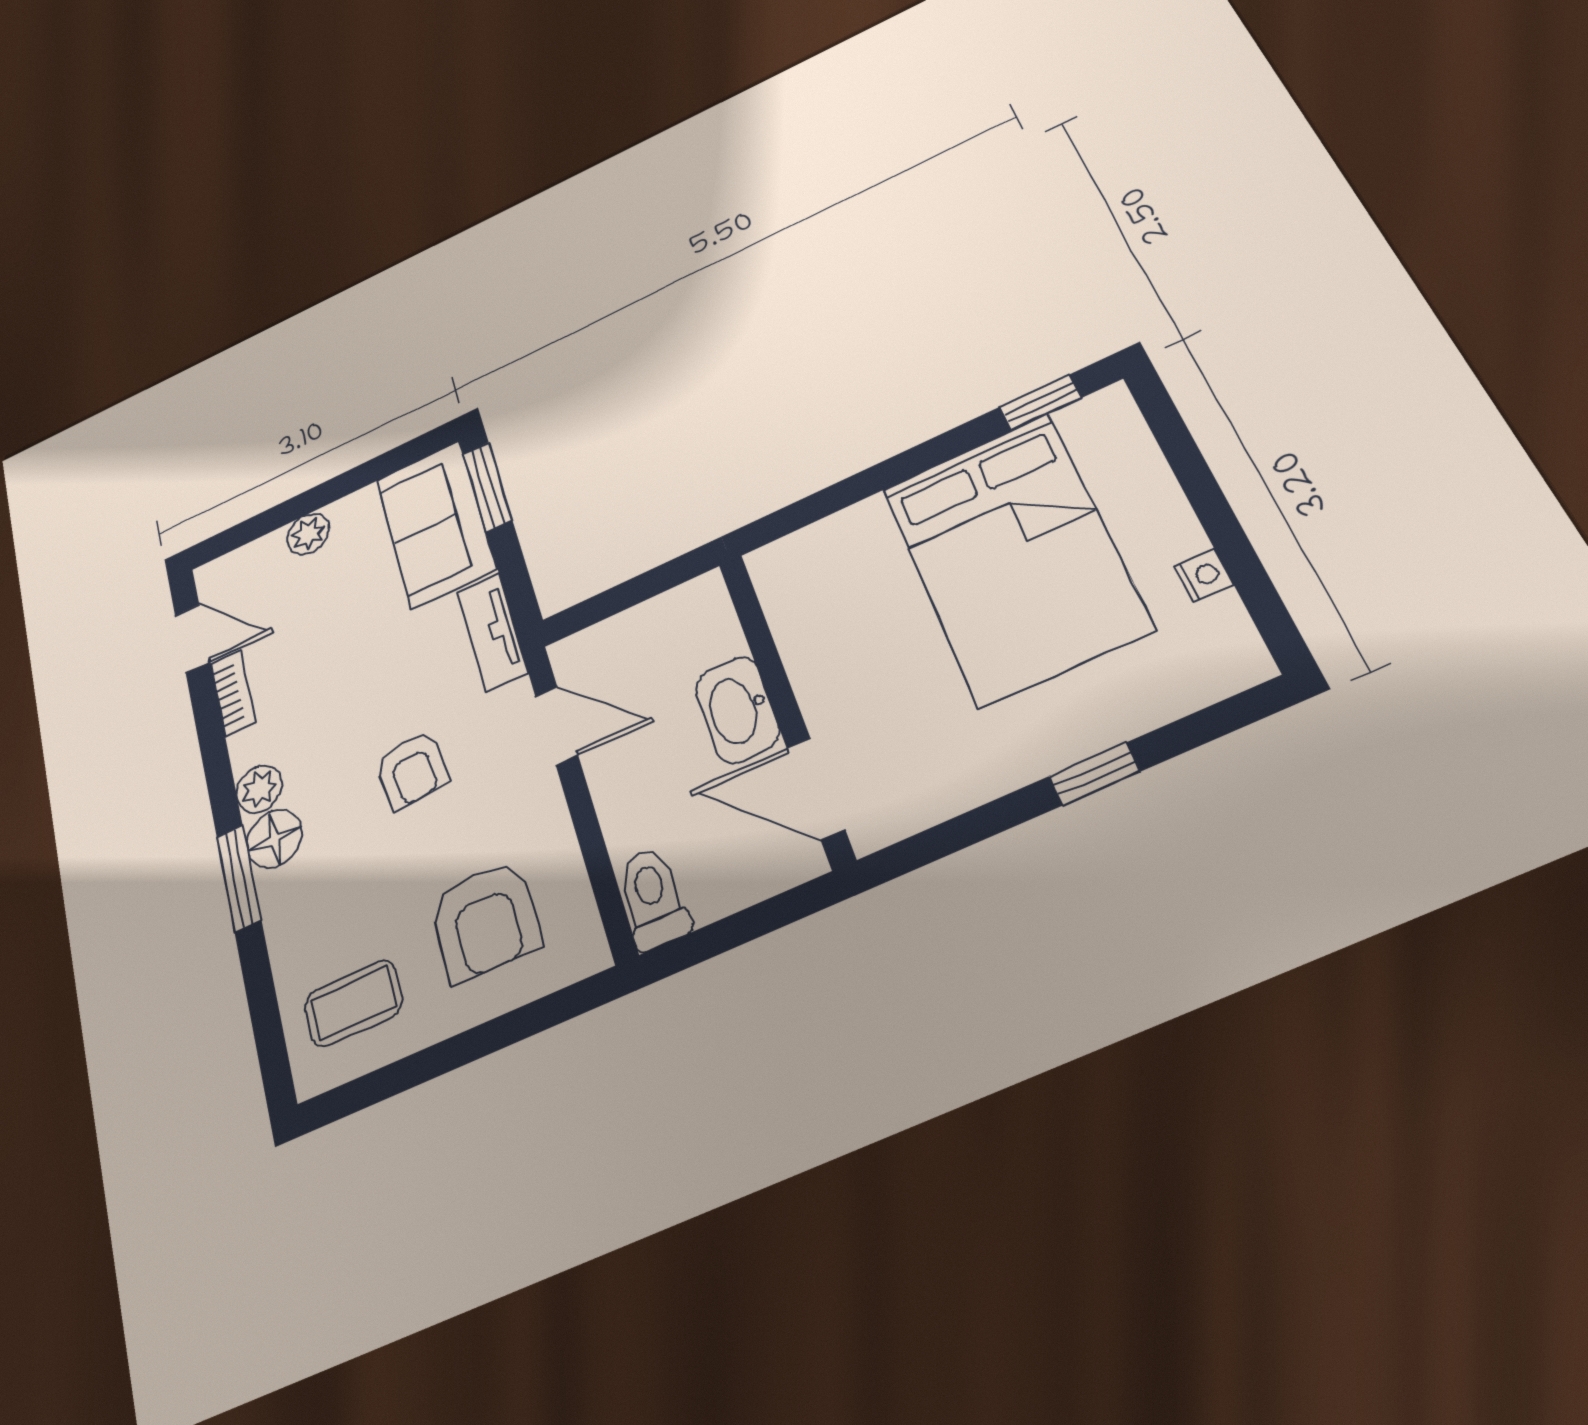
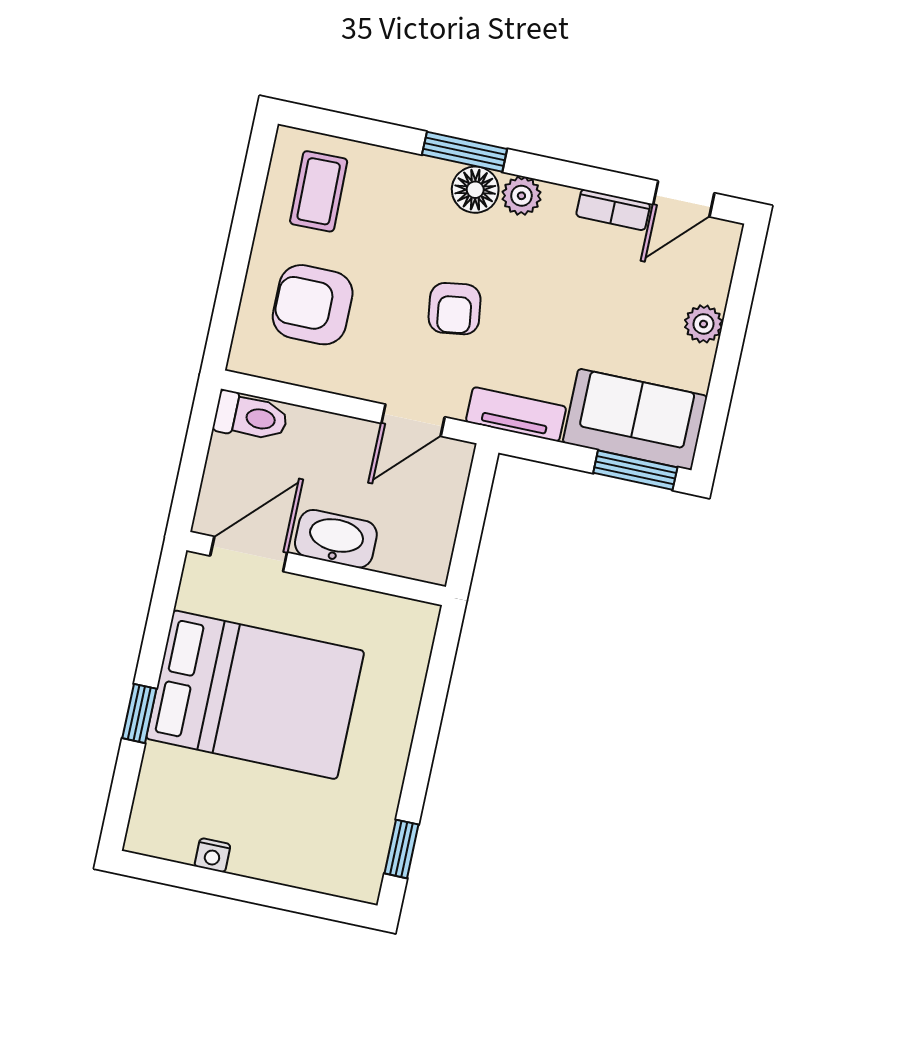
bed: (1014, 557) -> (255, 695), moved, turned 180
armchair: (412, 770) -> (455, 309), turned -92

